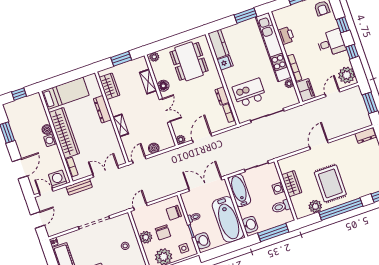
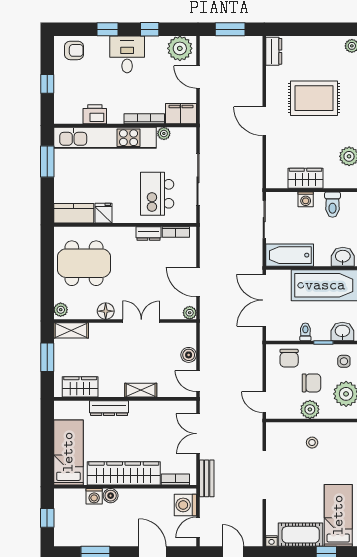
shelving: (148, 82) -> (71, 330), moved
washing machine: (50, 140) -> (94, 496), moved
rug: (330, 183) -> (314, 98), moved

